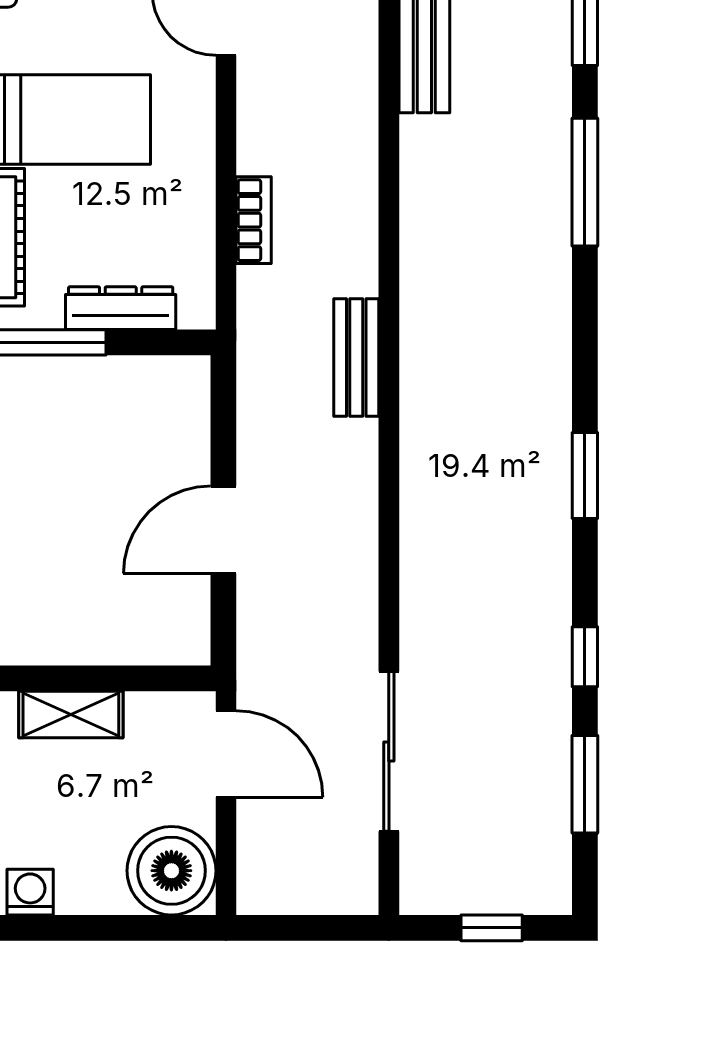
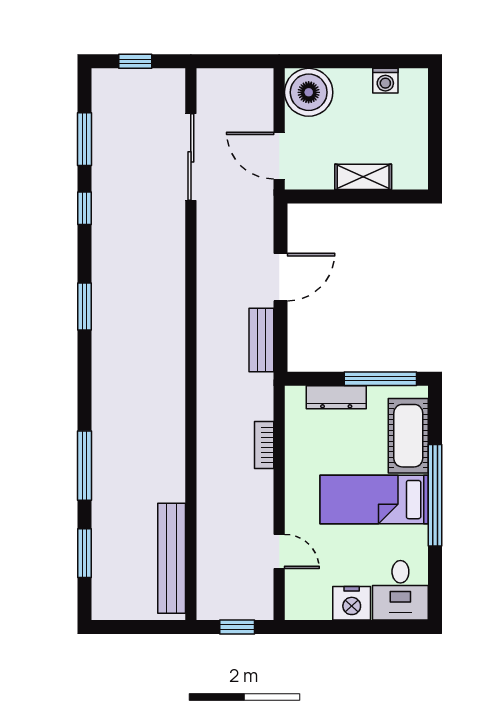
bench: (356, 358) -> (261, 340), moved

